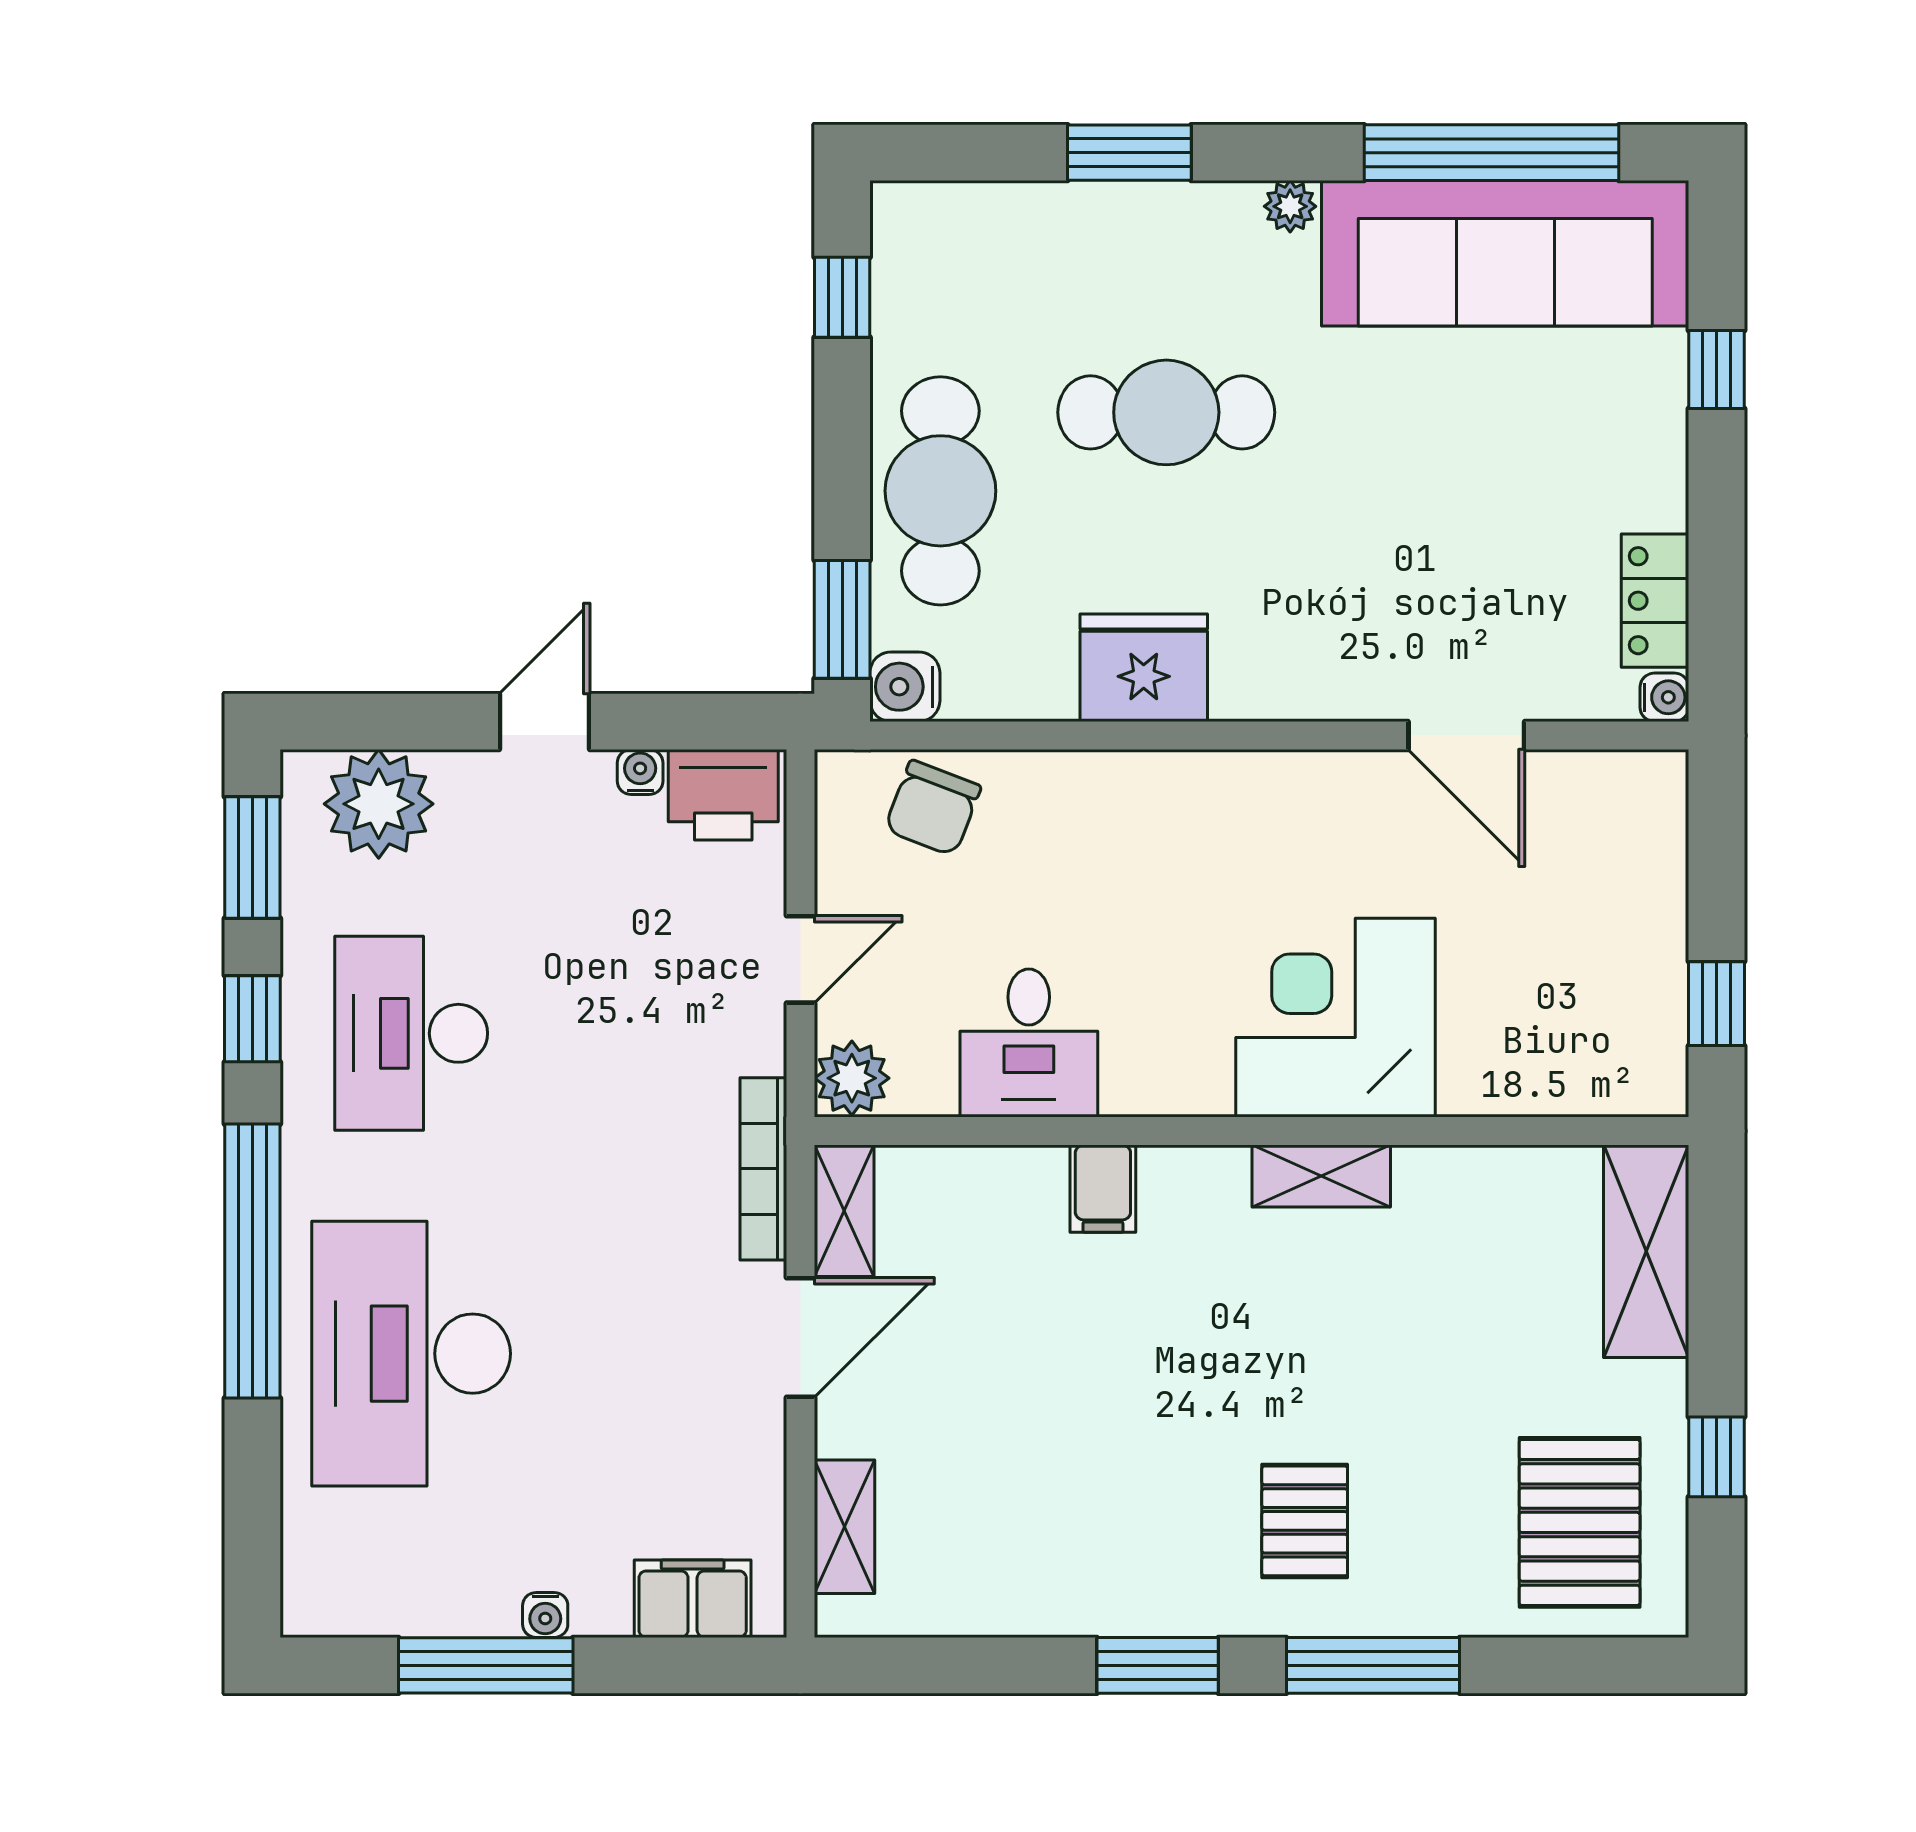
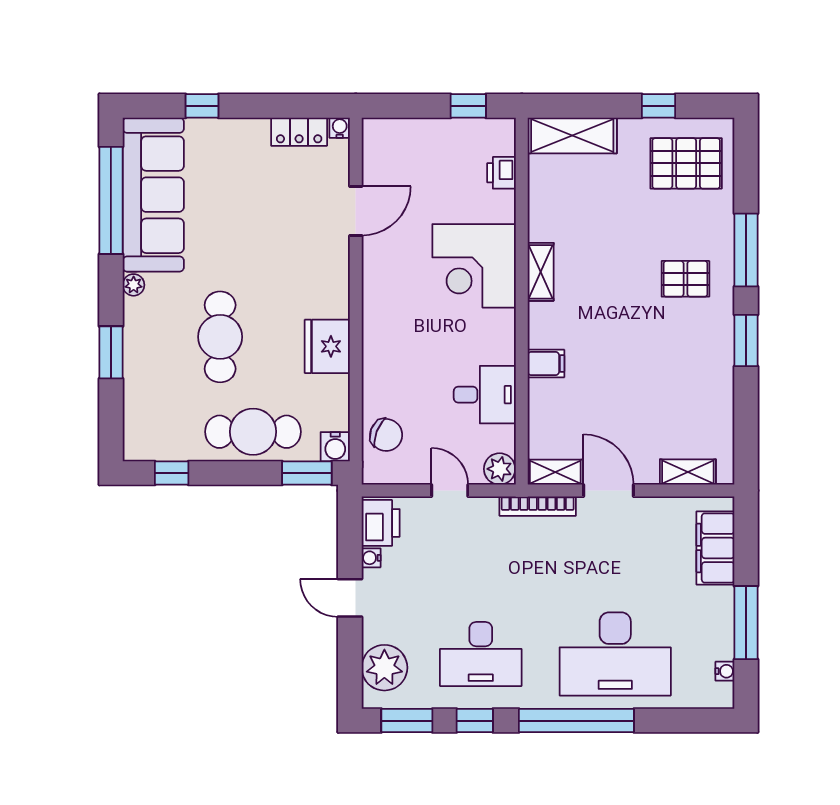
printer: (1557, 1083) -> (501, 173), added
filing cabinet: (693, 1599) -> (715, 548), width x1.50, depth x1.17
water cooler: (545, 1615) -> (725, 671), moved

